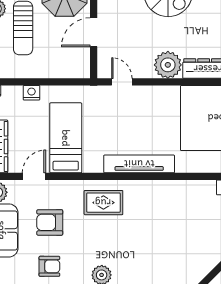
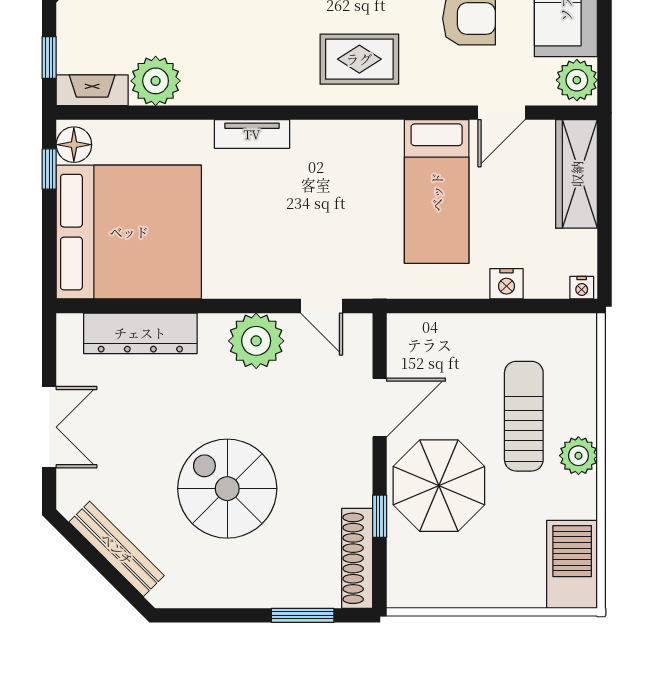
plant: (168, 65) -> (256, 341), moved
tv unit: (139, 164) -> (252, 134), width x0.52, depth x0.78
plant: (203, 192) -> (156, 81), added

